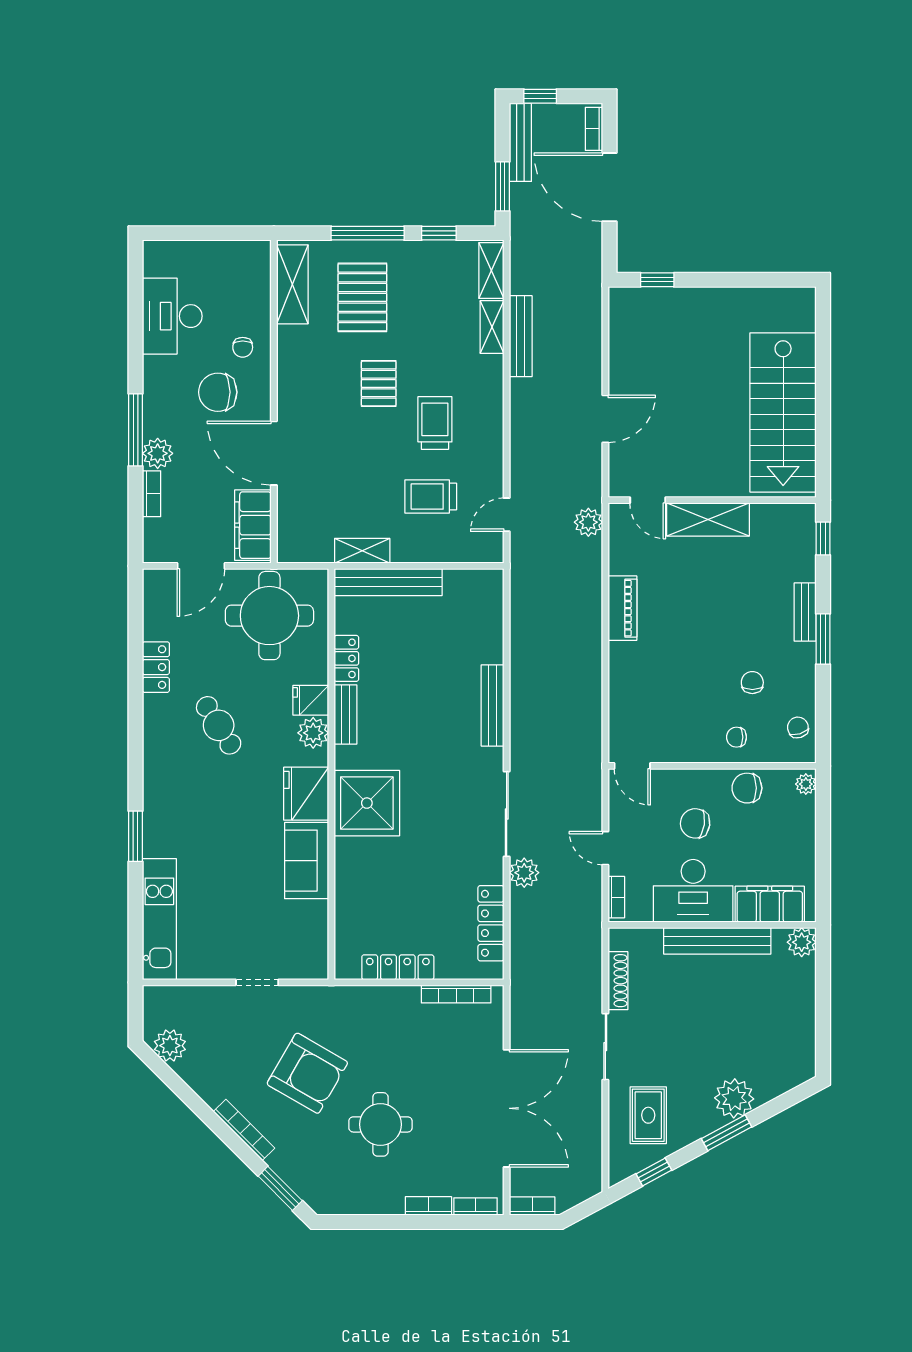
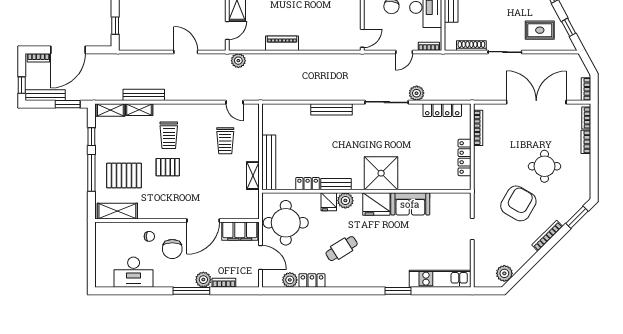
trolley: (435, 423) -> (169, 135), moved, turned -90
plant: (157, 623) -> (290, 280), added

